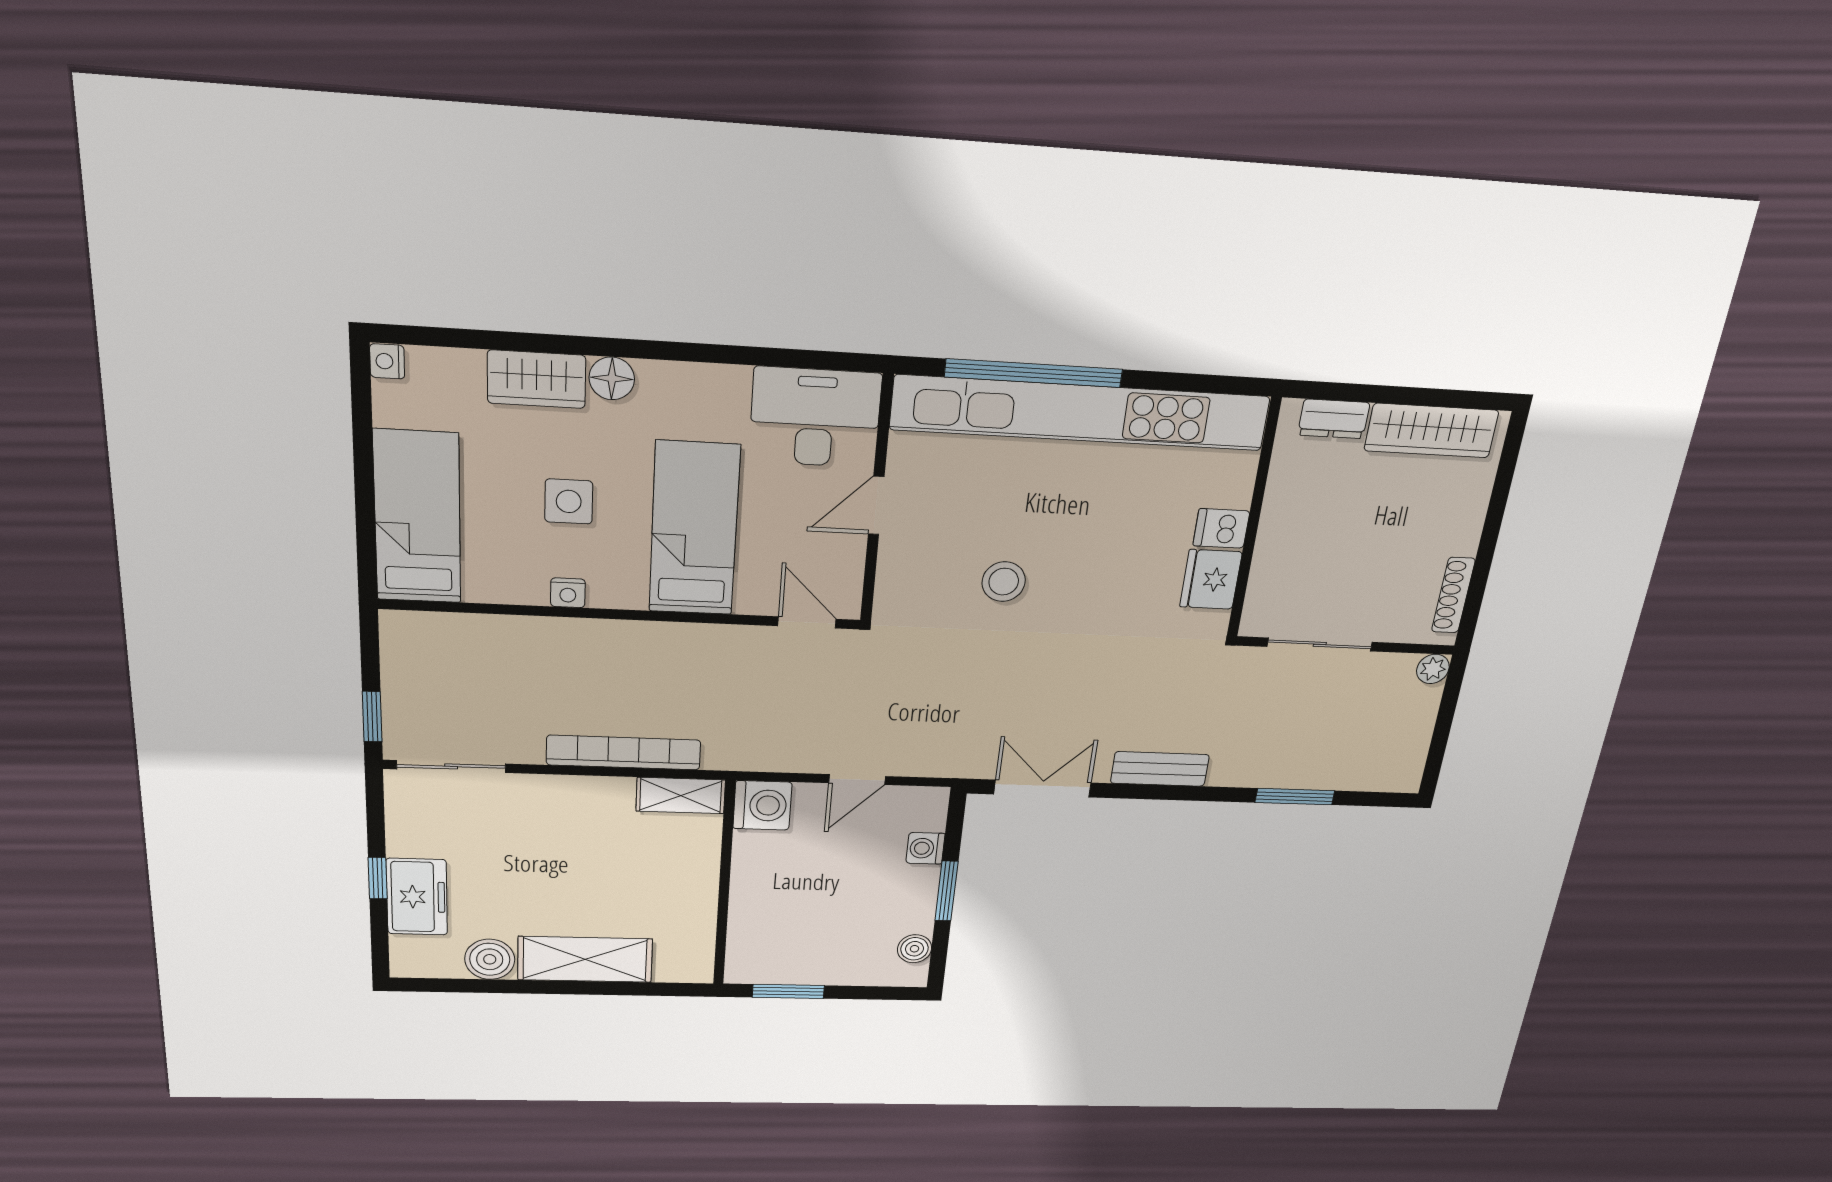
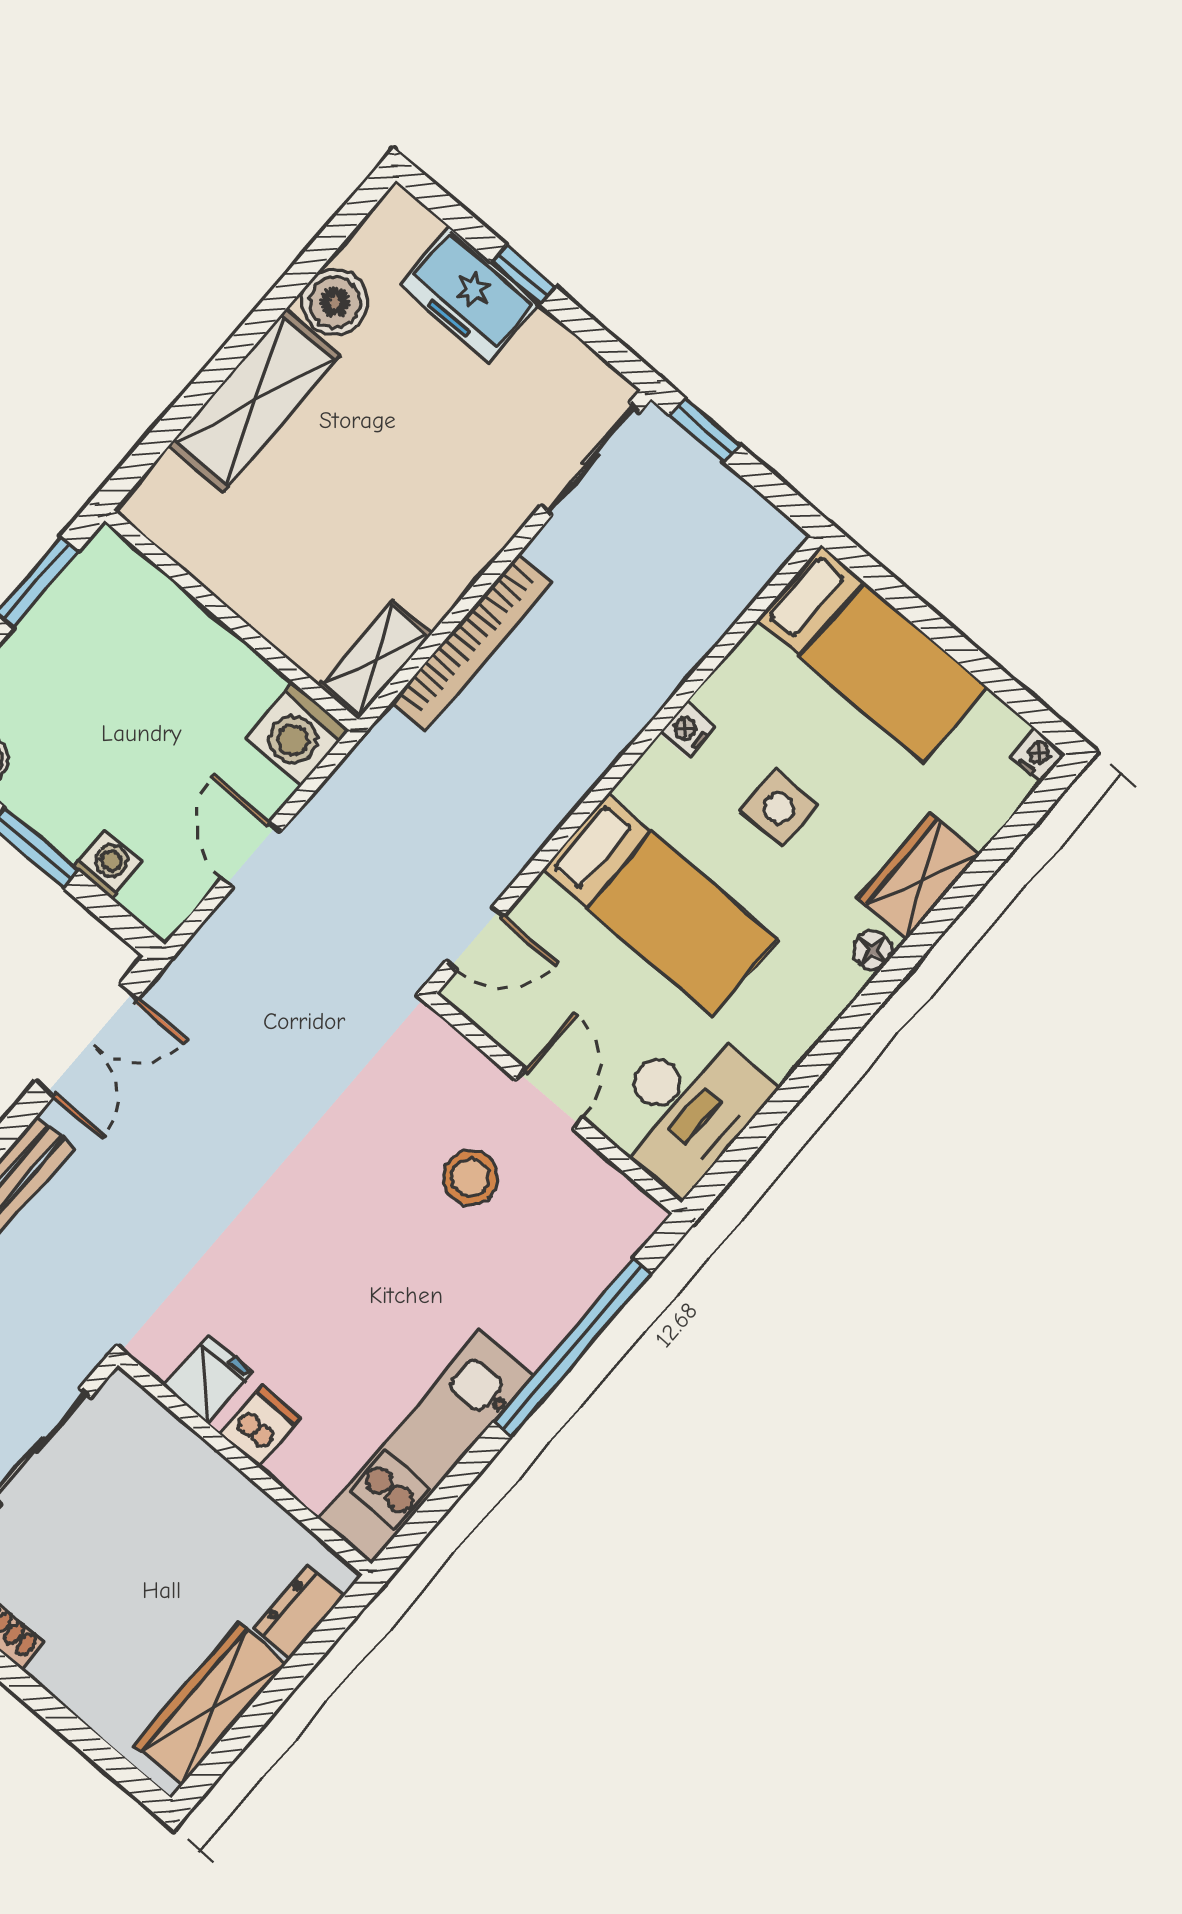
floor lamp: (612, 378) -> (873, 950), width x0.73, depth x0.73
kitchen unit: (1081, 413) -> (427, 1446), width x0.54
fridge: (1211, 579) -> (208, 1379), width x0.72
stool: (1004, 582) -> (470, 1177), moved

